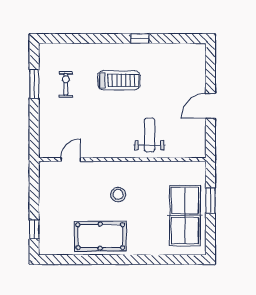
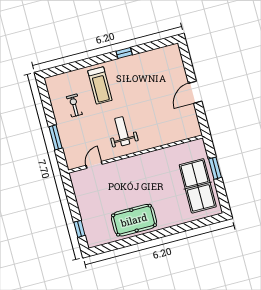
treadmill: (119, 80) -> (100, 85), moved, turned 90
window: (34, 84) -> (55, 137), moved
weight bench: (150, 135) -> (122, 131), moved
stool: (118, 194) -> (140, 183), removed

